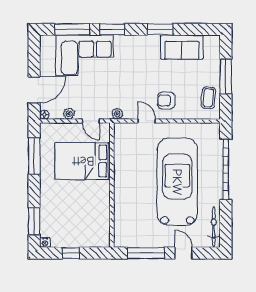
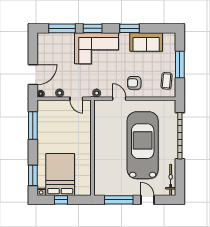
corner sofa: (84, 55) -> (97, 48), moved
bed: (83, 161) -> (60, 175), moved, turned 90

